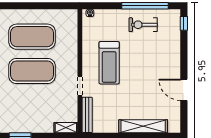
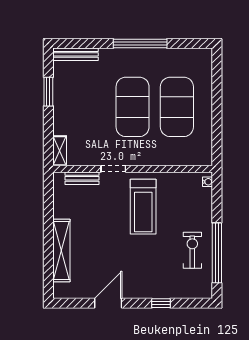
window: (184, 23) -> (161, 303), moved
treadmill: (109, 63) -> (143, 207), turned -90
bench: (87, 115) -> (82, 178), width x0.73

